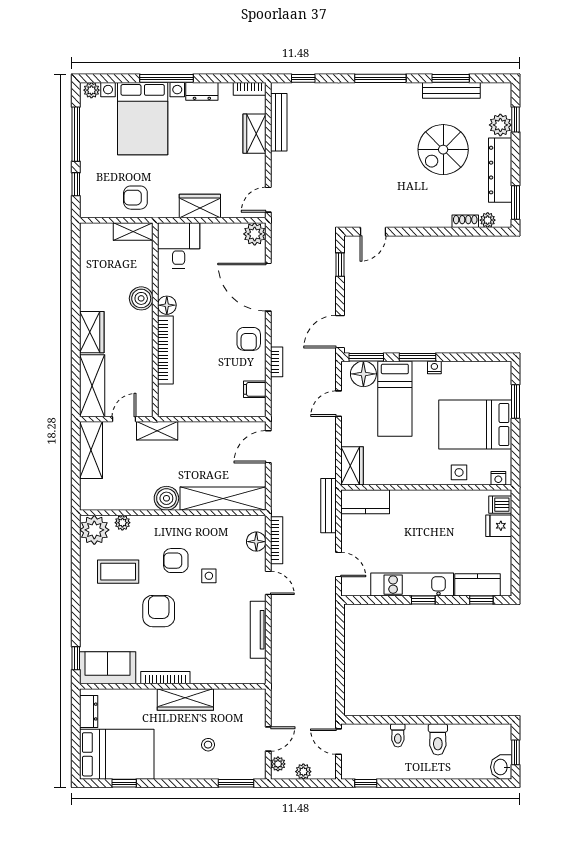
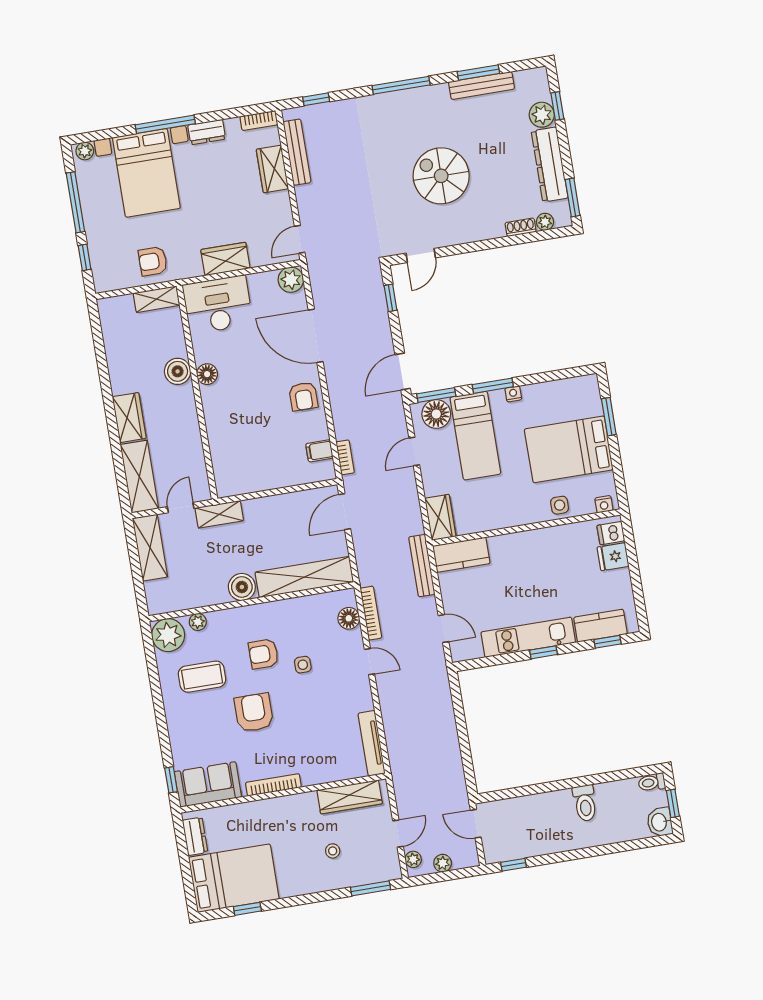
spiral stairs: (443, 150) -> (441, 176), moved, turned 90
desk: (179, 245) -> (218, 305), width x1.37
bookcase: (165, 350) -> (214, 424), removed
bookcase: (277, 362) -> (345, 457), moved
tv unit: (258, 630) -> (372, 743), moved
wardrobe: (185, 699) -> (350, 797), moved
toilet: (398, 735) -> (652, 782), moved, turned 90

